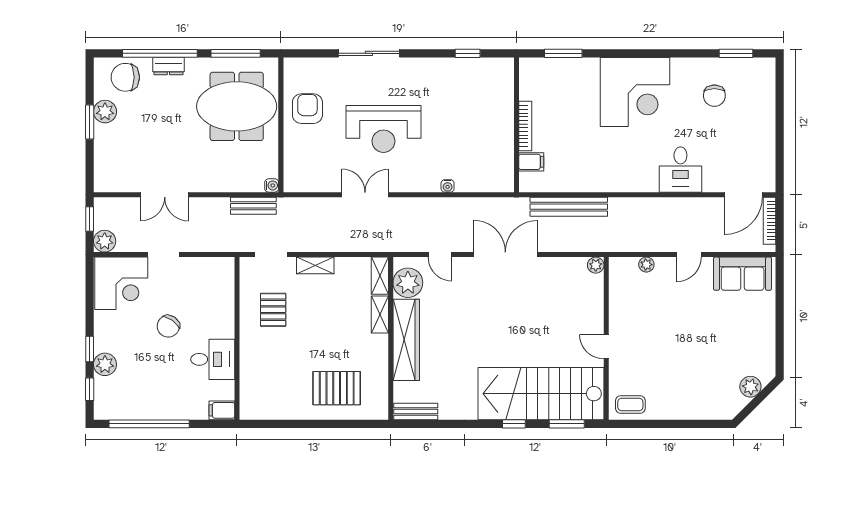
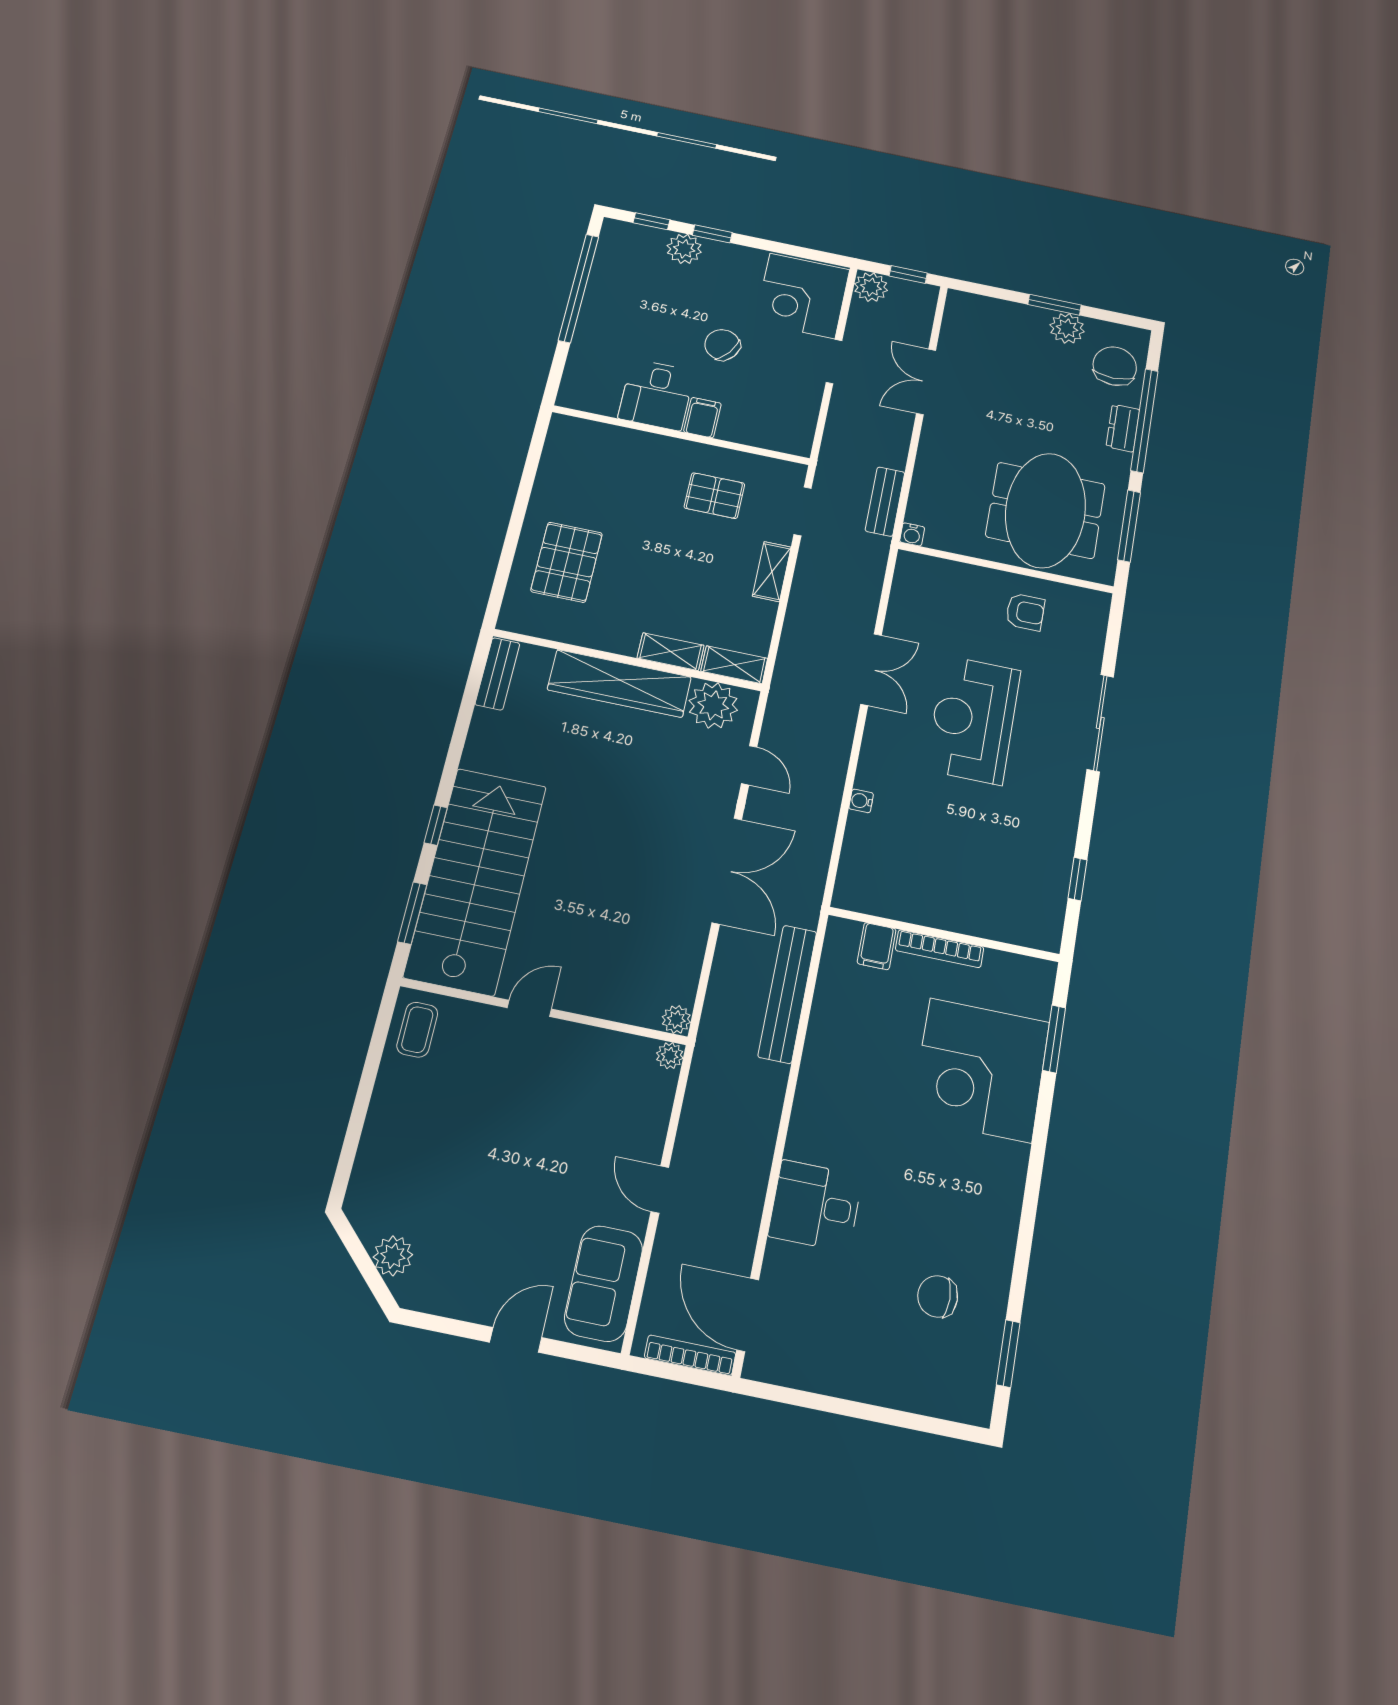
corner desk: (635, 92) -> (980, 1070), moved
armchair: (307, 109) -> (1025, 612), width x0.72, depth x0.72
door: (440, 255) -> (749, 765), swing flipped
plant: (646, 265) -> (670, 1056), moved
door: (780, 313) -> (516, 1340), added
filing cabinet: (222, 410) -> (702, 418), moved

